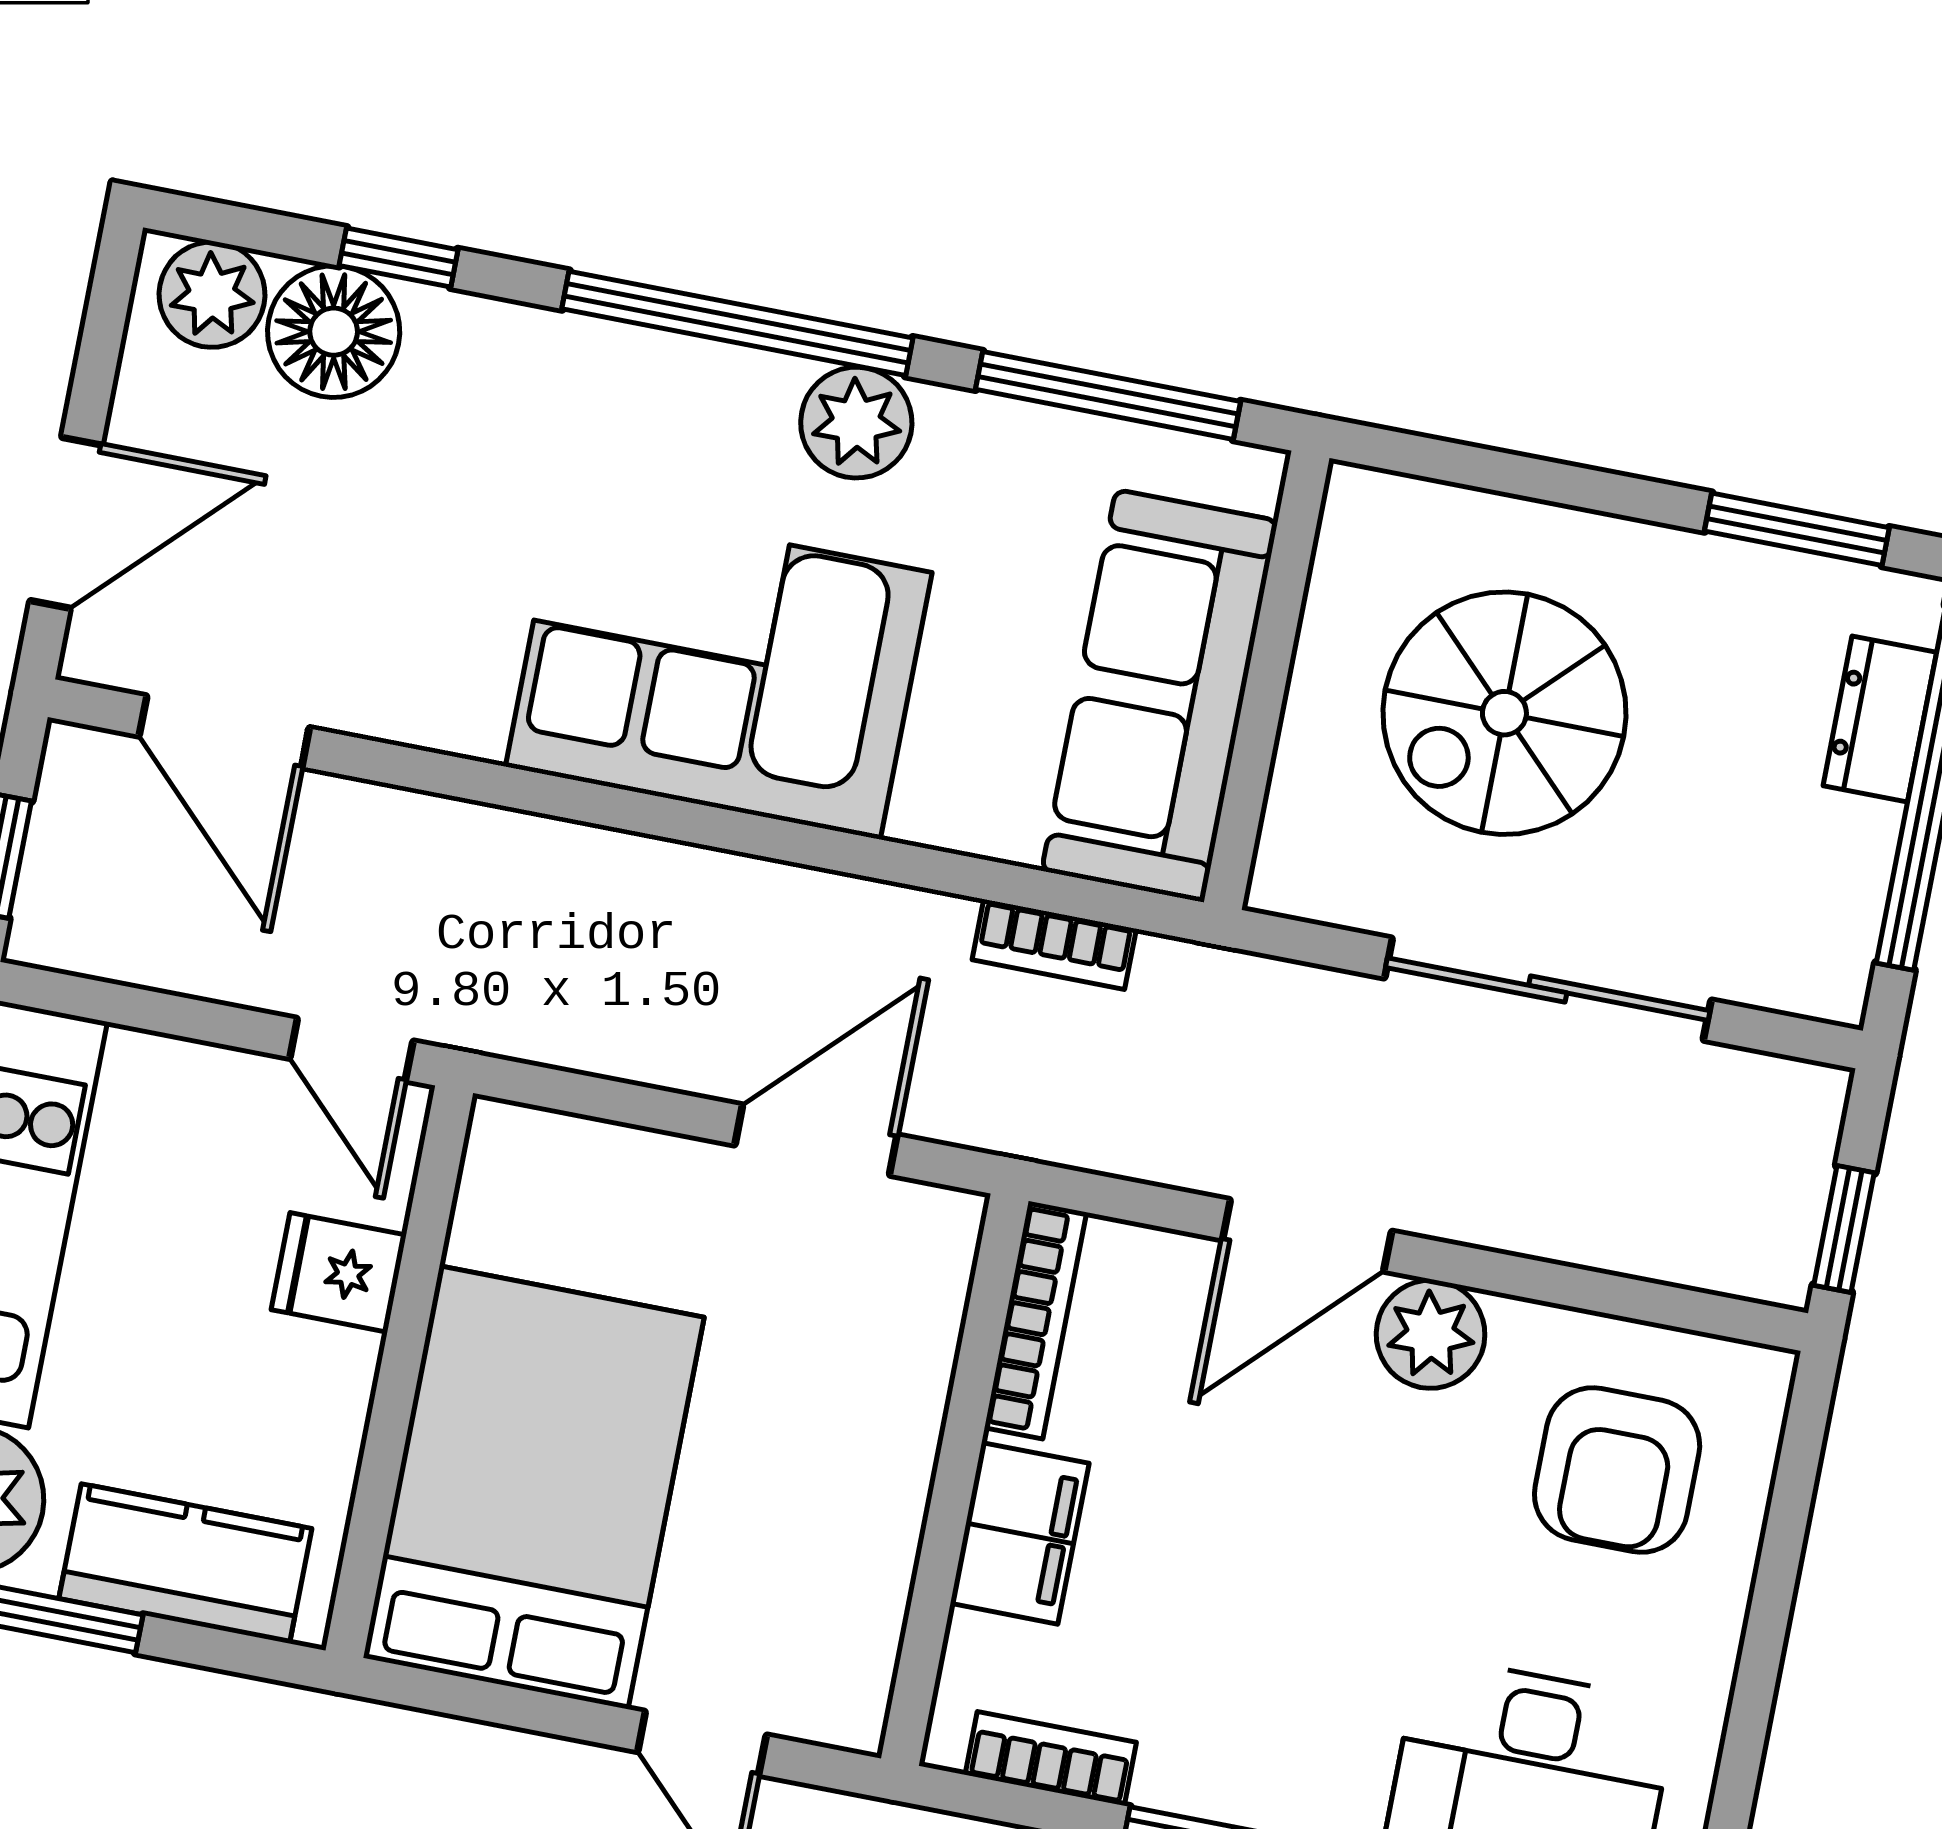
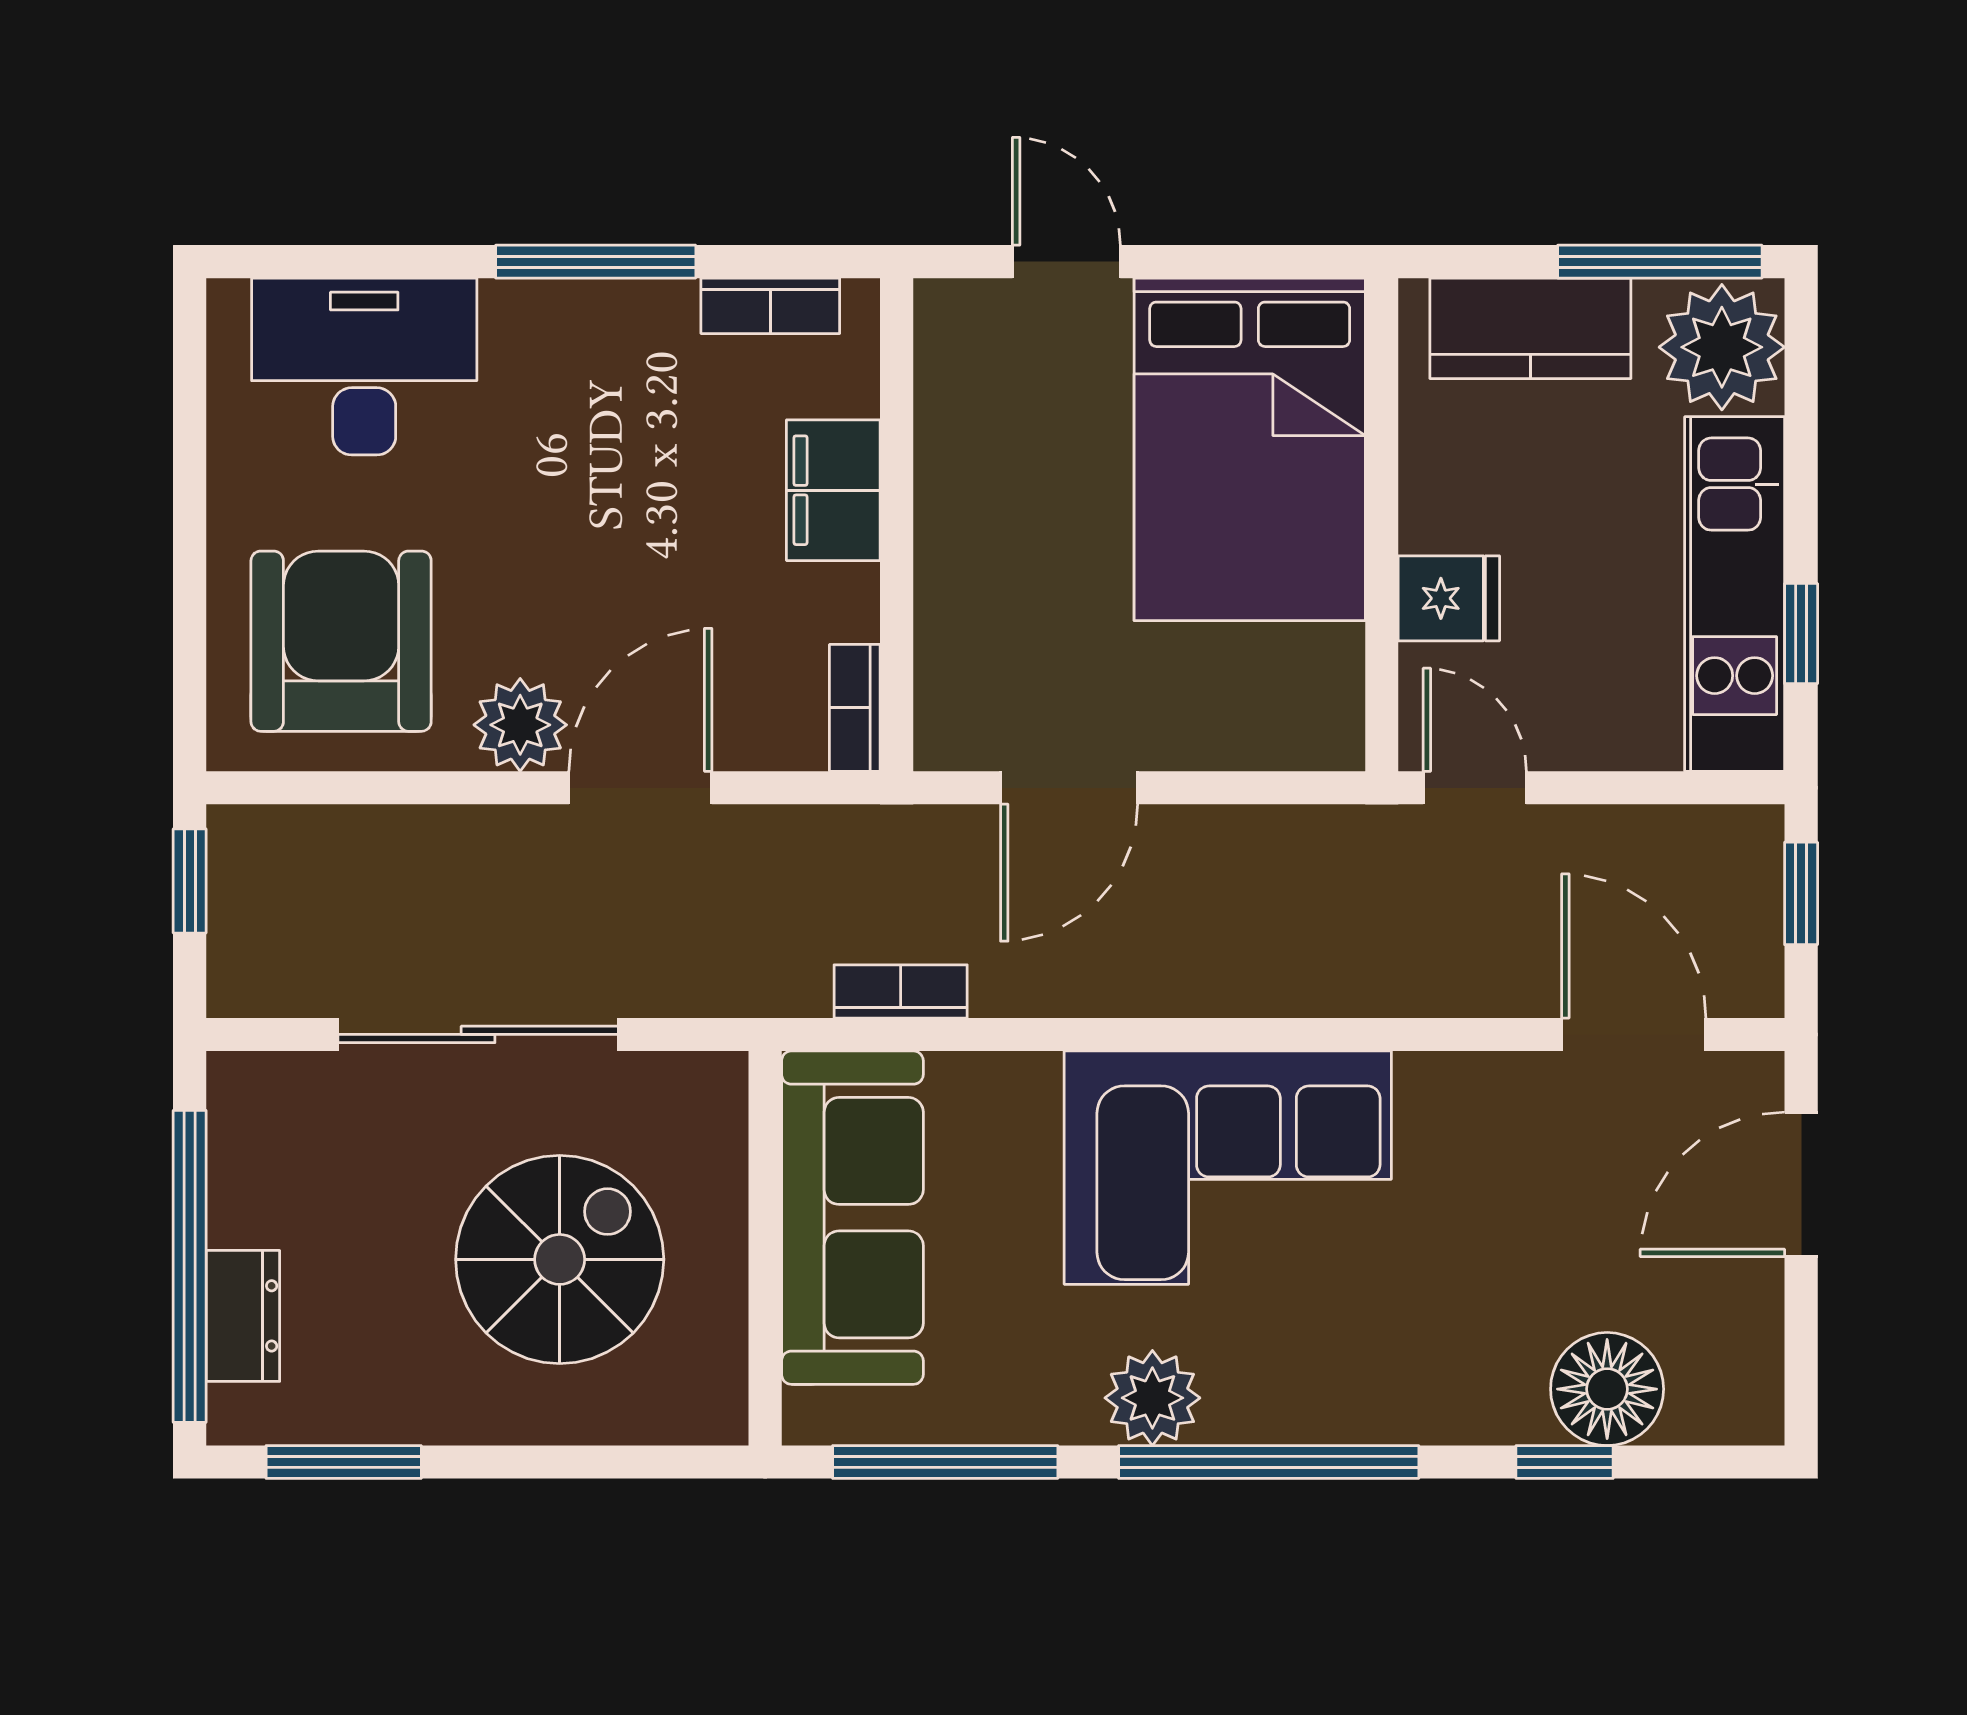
plant: (212, 295) -> (1715, 1400), removed
bookcase: (1036, 1320) -> (855, 708), width x0.64
armchair: (1617, 1470) -> (341, 641), width x1.36, depth x1.36

